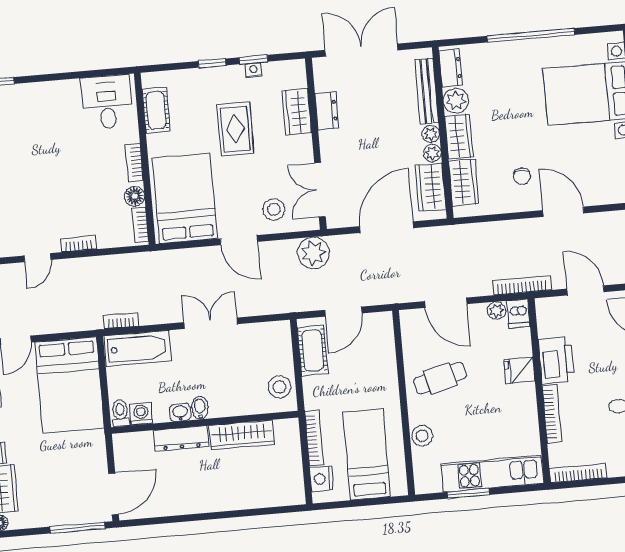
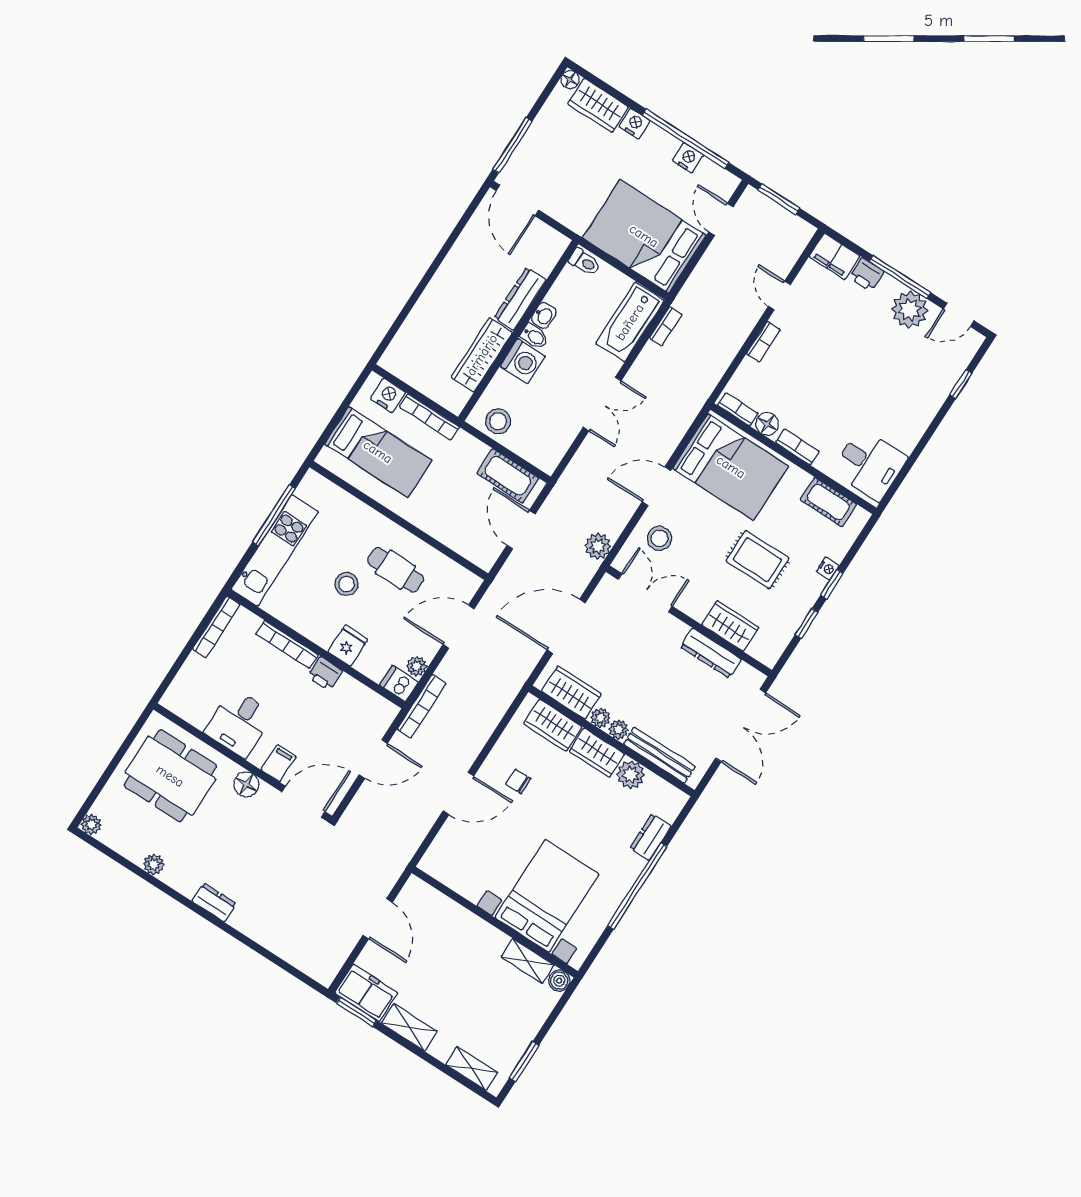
dresser: (451, 68) -> (651, 837), moved, turned 90
nightstand: (253, 70) -> (828, 568), moved
dresser: (327, 111) -> (711, 653), width x1.44
door: (387, 227) -> (566, 626), swing flipped
plant: (313, 253) -> (598, 546), width x0.73, depth x0.73
printer: (556, 360) -> (325, 674), width x0.53, depth x0.68
cafe table: (440, 378) -> (396, 570), turned -75
washing machine: (141, 414) -> (523, 361), moved, width x1.38, depth x1.38
stool: (422, 436) -> (346, 584), moved
window: (468, 493) -> (274, 515), width x1.44

